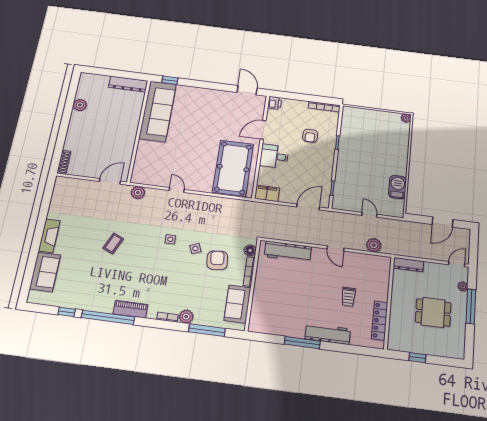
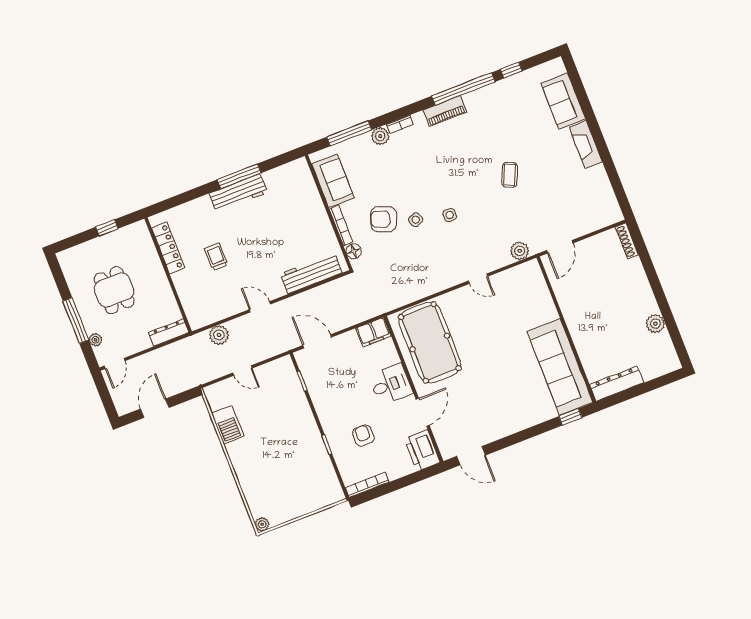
printer: (275, 103) -> (422, 450), width x1.87, depth x1.48
door: (308, 207) -> (317, 341), swing flipped
armchair: (217, 260) -> (383, 219), turned 116
dining table: (433, 312) -> (114, 290), turned 90
workbench: (328, 334) -> (238, 193), moved

